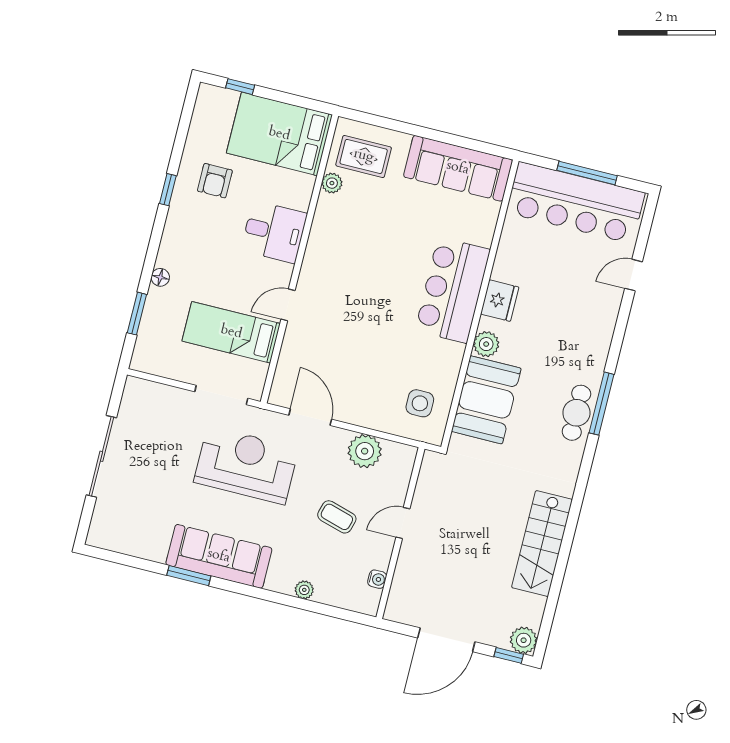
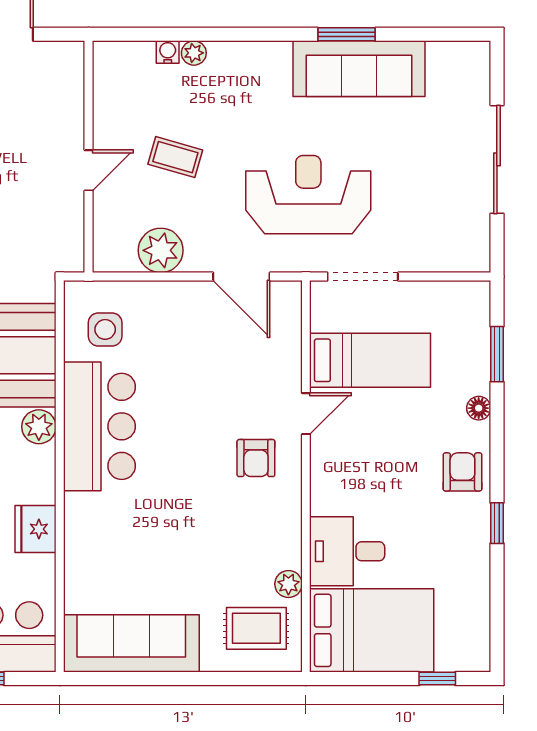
armchair: (215, 181) -> (462, 472), moved
desk: (274, 232) -> (347, 551), moved
armchair: (333, 281) -> (256, 458), added
bar counter: (453, 290) -> (99, 426), moved
fridge: (500, 301) -> (36, 529), moved
reception desk: (246, 465) -> (308, 195), turned 180
sofa: (219, 556) -> (359, 69), moved
water cooler: (377, 579) -> (168, 52), moved, turned 90

